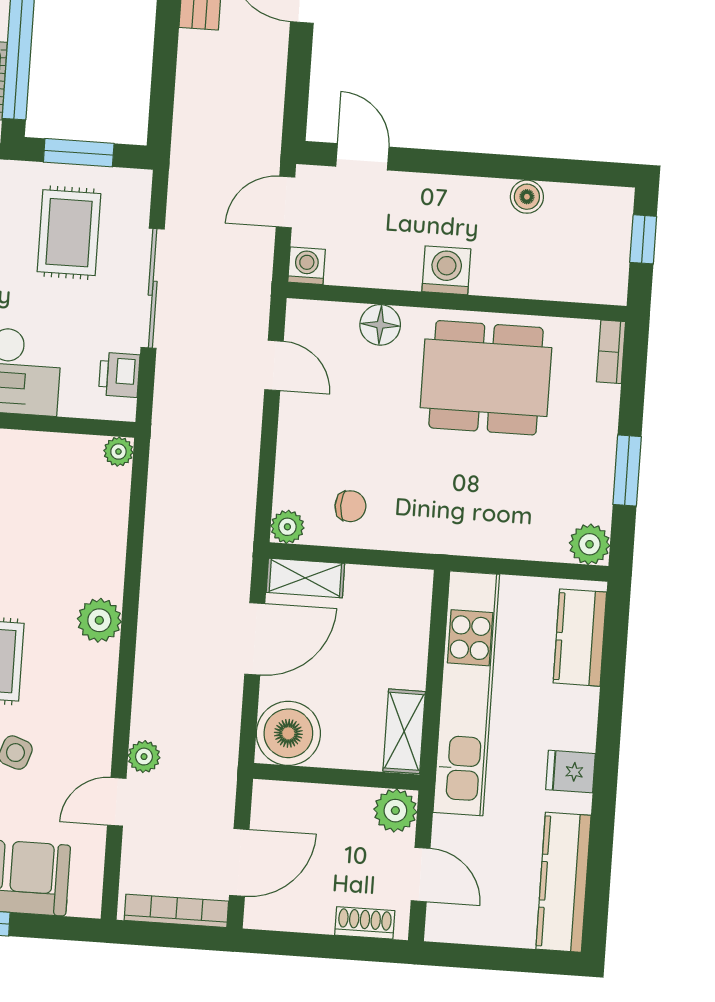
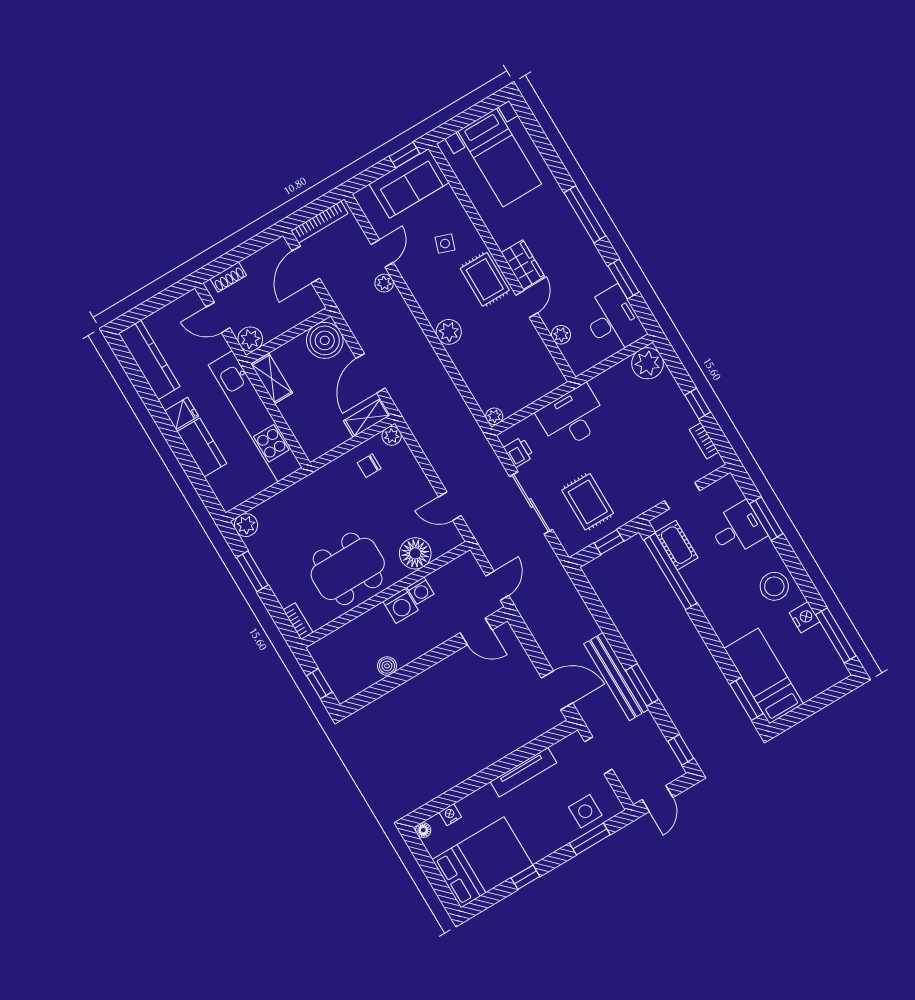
window: (79, 153) -> (609, 542), width x0.67
washing machine: (307, 266) -> (420, 591), moved
floor lamp: (380, 325) -> (415, 553), width x1.38, depth x1.38
kitchen counter: (580, 638) -> (202, 448), moved

